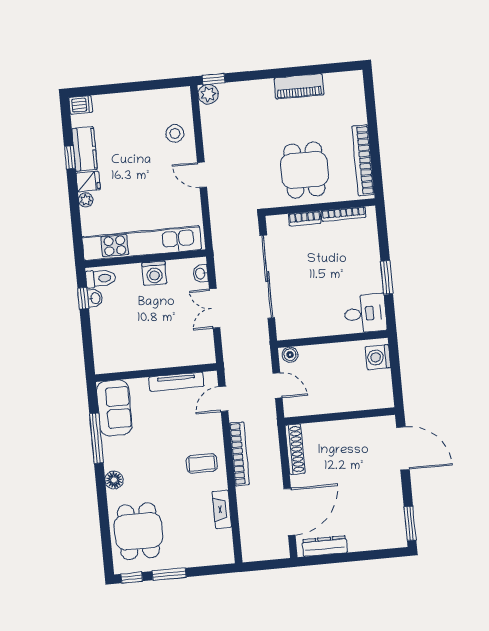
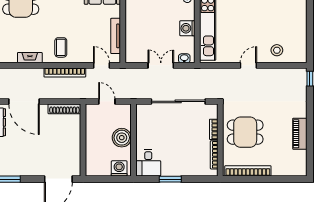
plant: (208, 94) -> (300, 74), removed
boiler: (290, 355) -> (122, 138), moved, width x1.86, depth x1.86
door: (278, 386) -> (107, 101), swing flipped

